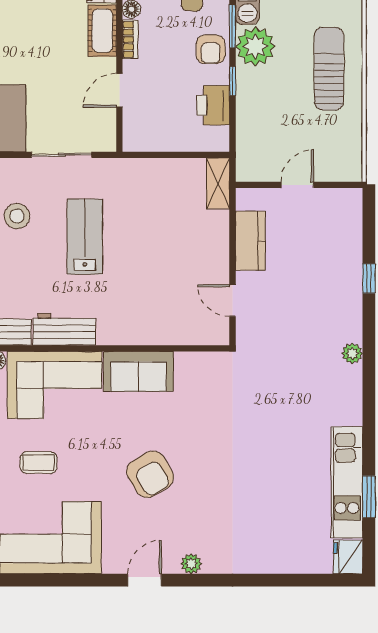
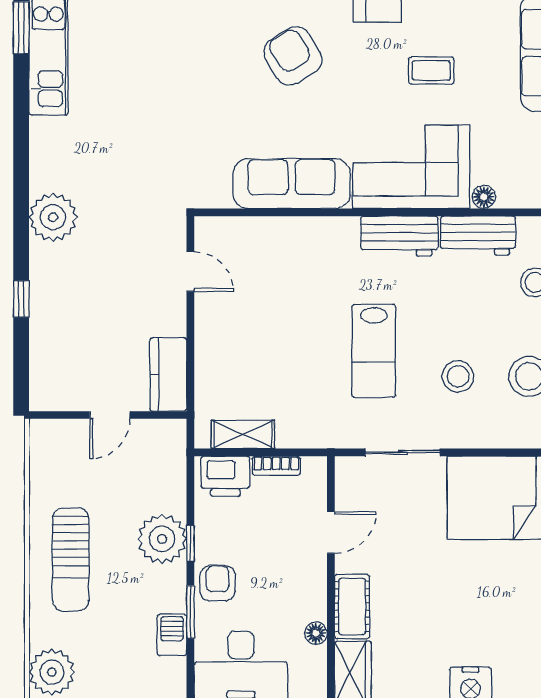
bookcase: (130, 39) -> (276, 466), moved, turned -90
plant: (255, 46) -> (162, 539), moved
printer: (213, 105) -> (225, 476), moved, turned 90
shelving: (218, 183) -> (243, 434), moved, turned 90
kitchen counter: (250, 241) -> (168, 374), moved
plant: (352, 353) -> (53, 217), width x1.87, depth x1.87
sofa: (138, 371) -> (292, 184), width x1.36

